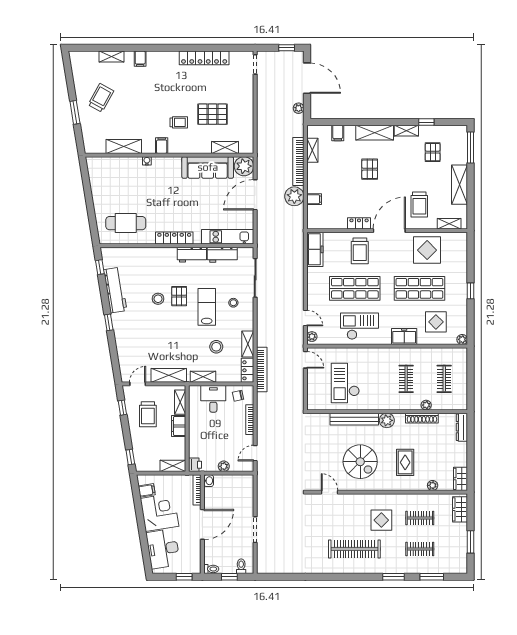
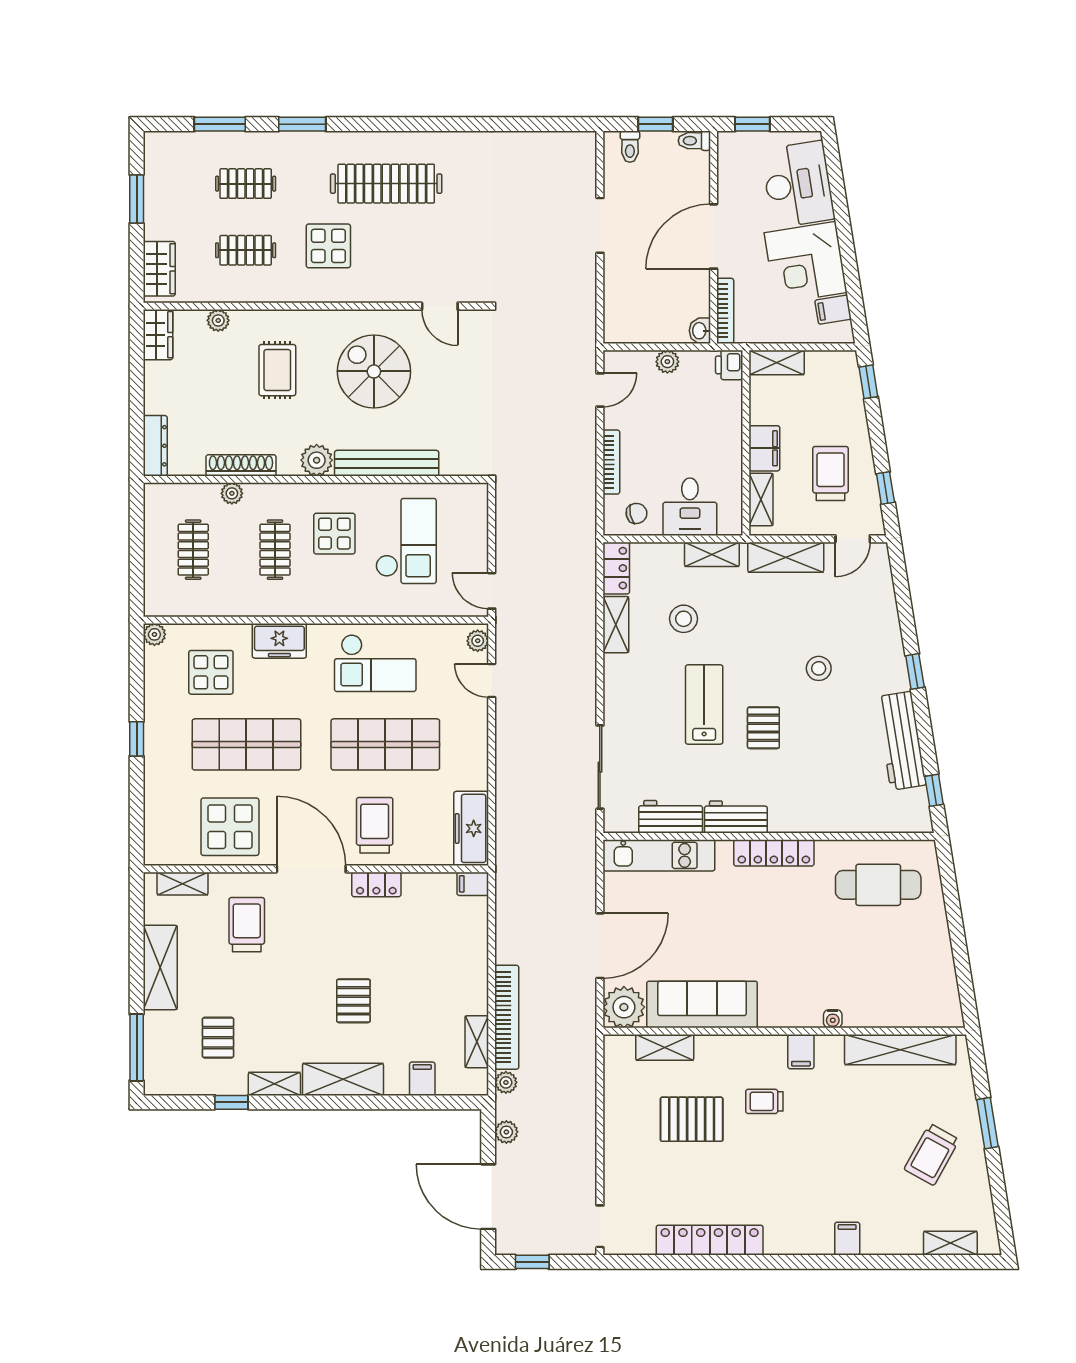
shelving: (111, 57) -> (950, 1243), moved
shelving: (124, 147) -> (900, 1050), width x1.47
plant: (294, 196) -> (506, 1082), moved, width x0.53, depth x0.53
filing cabinet: (314, 199) -> (473, 884), moved
door: (389, 231) -> (311, 869), swing flipped
stool: (158, 299) -> (819, 668), moved
stool: (233, 303) -> (647, 714), removed
lab bench: (207, 307) -> (704, 704), turned 180
bookcase: (262, 369) -> (586, 570), removed
display table: (379, 386) -> (334, 534), added

